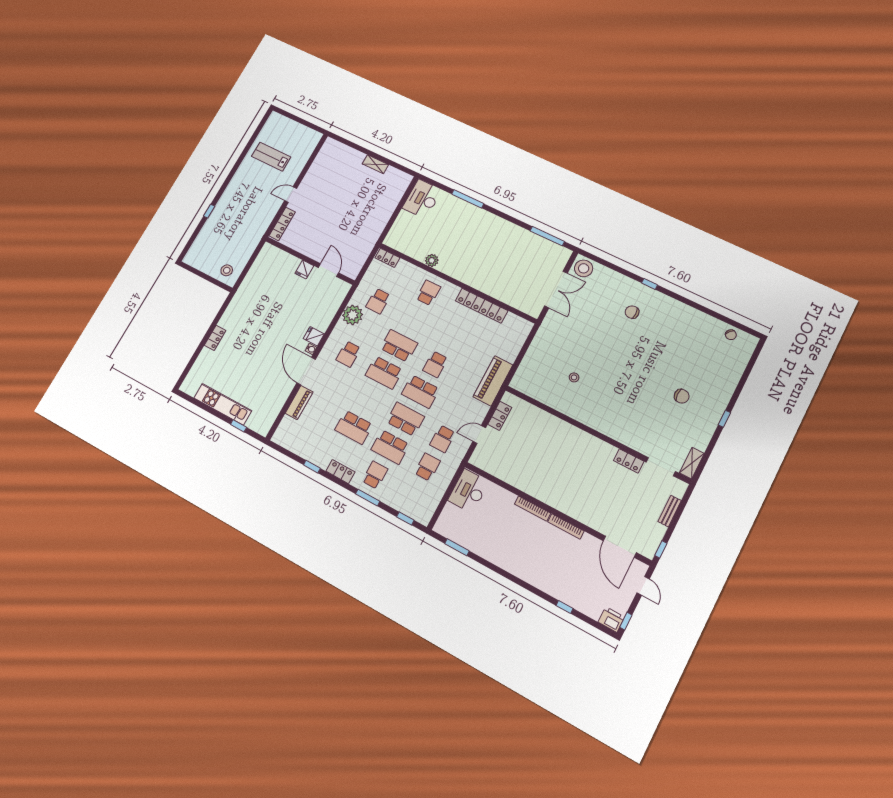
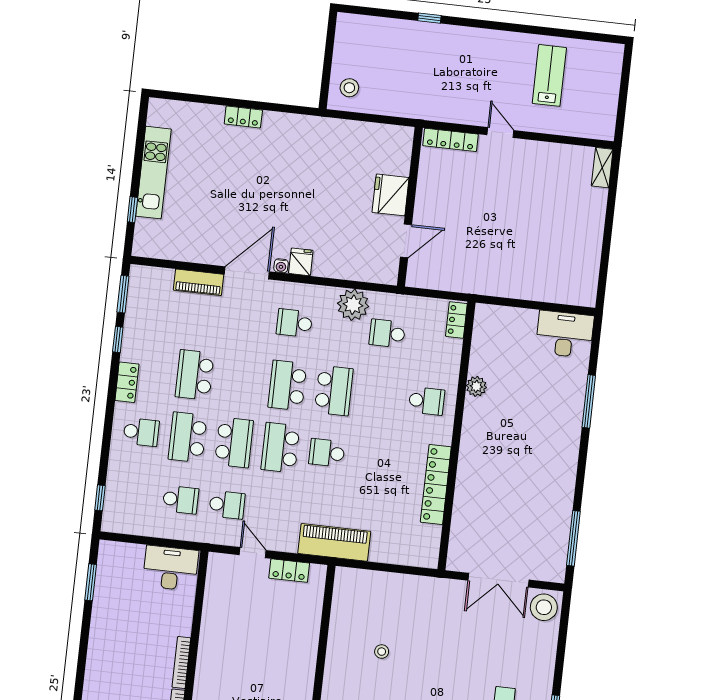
shelving: (375, 164) -> (602, 168), moved
fridge: (304, 270) -> (391, 195), width x1.88, depth x1.34
school desk: (442, 439) -> (227, 505), turned 180
window: (368, 498) -> (123, 294), moved

